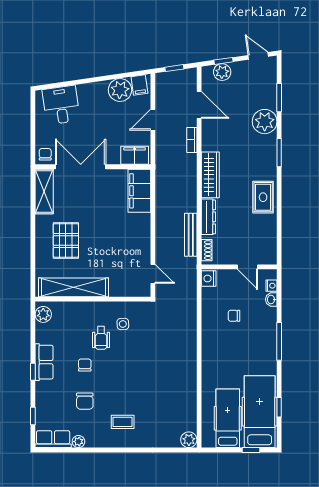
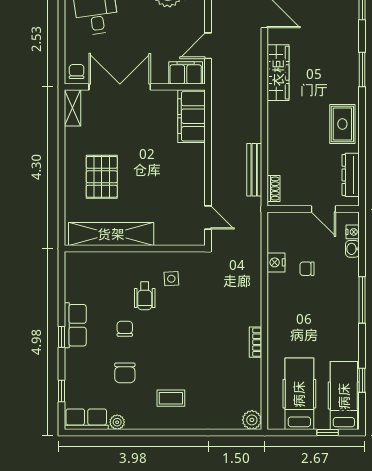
door: (153, 120) -> (208, 46), moved
plant: (265, 122) -> (344, 32), removed
bookcase: (192, 140) -> (255, 342), moved
wardrobe: (210, 175) -> (278, 73), moved
shelving: (44, 191) -> (73, 108), width x0.67, depth x0.75
dresser: (208, 217) -> (351, 175), moved, turned 180
nightstand: (209, 279) -> (276, 262), moved
plant: (43, 314) -> (74, 267), removed
hospital bed: (260, 412) -> (344, 396), width x0.73, depth x0.78

